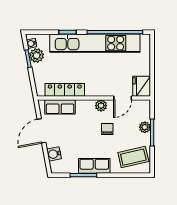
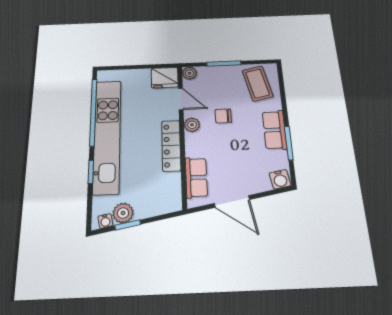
locker: (65, 90) -> (171, 146), moved
plant: (145, 127) -> (189, 73), moved
water cooler: (54, 154) -> (280, 179), moved

